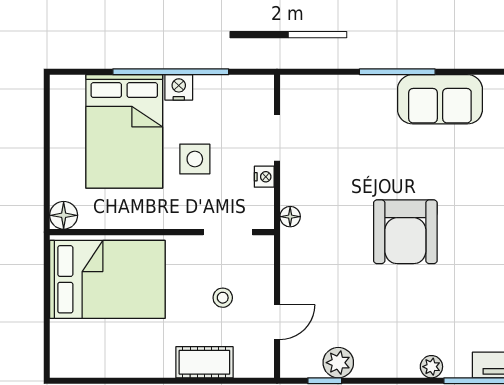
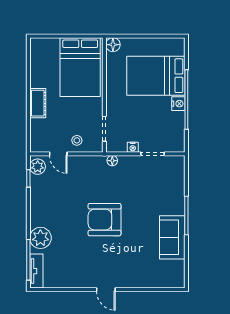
side table: (195, 159) -> (142, 112), removed
stool: (223, 298) -> (77, 140), moved
cot: (204, 362) -> (38, 103), moved
plant: (338, 363) -> (38, 167), moved
plant: (431, 367) -> (40, 238), width x1.88, depth x1.88

